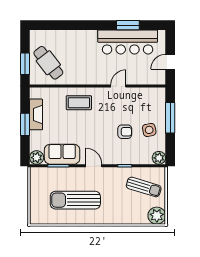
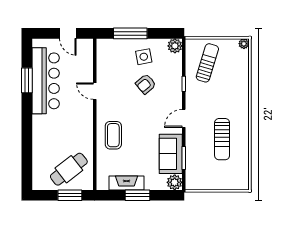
armchair: (125, 132) -> (146, 84), turned -130
sun lounger: (75, 200) -> (222, 139), width x0.73, depth x0.75
plant: (157, 216) -> (244, 44), width x0.53, depth x0.53

